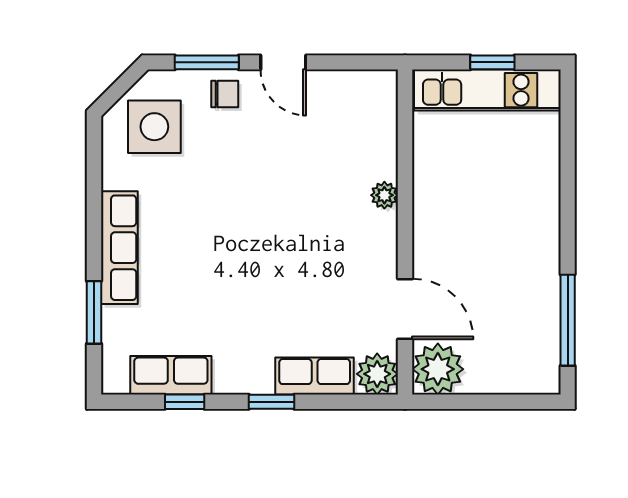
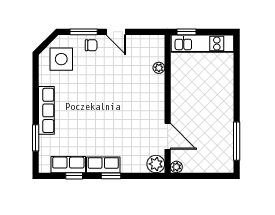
window: (492, 62) -> (187, 32), moved
plant: (384, 195) -> (159, 68), moved
plant: (438, 369) -> (176, 167), width x0.53, depth x0.53
row of seats: (315, 376) -> (103, 165), moved

